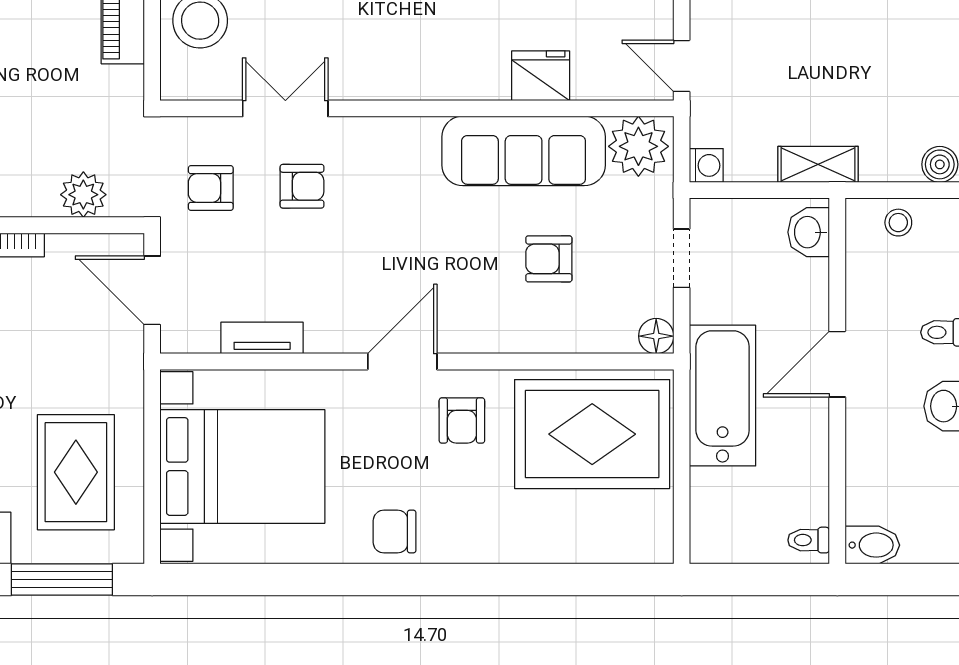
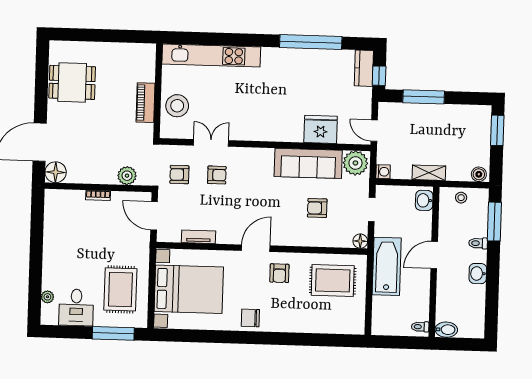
fridge: (541, 76) -> (321, 129), width x1.36, depth x1.34
rug: (592, 434) -> (333, 280), width x0.73, depth x0.69

